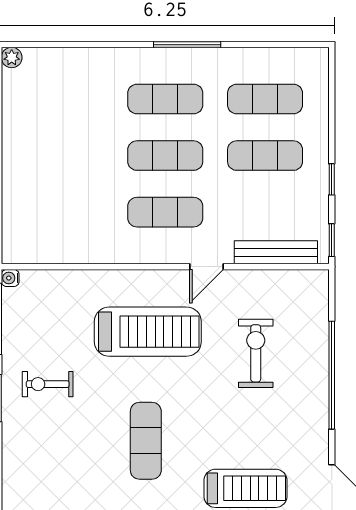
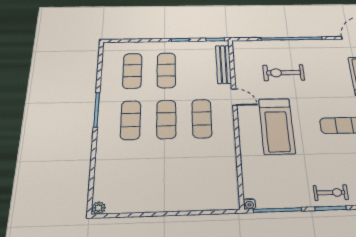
treadmill: (148, 332) -> (277, 126), turned 180
exercise bike: (48, 384) -> (331, 193), moved, turned -90

